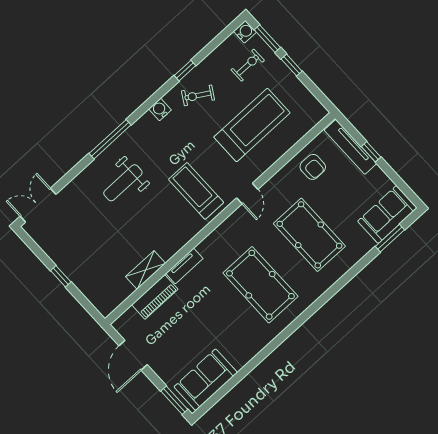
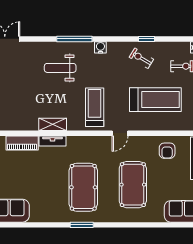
water cooler: (160, 109) -> (100, 47), moved
window: (390, 238) -> (82, 225), moved
shelving: (146, 270) -> (53, 124), moved

